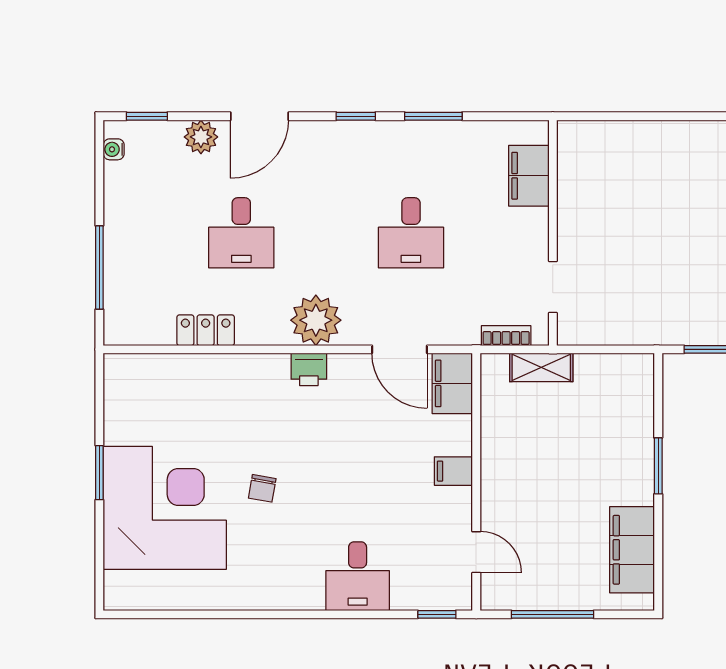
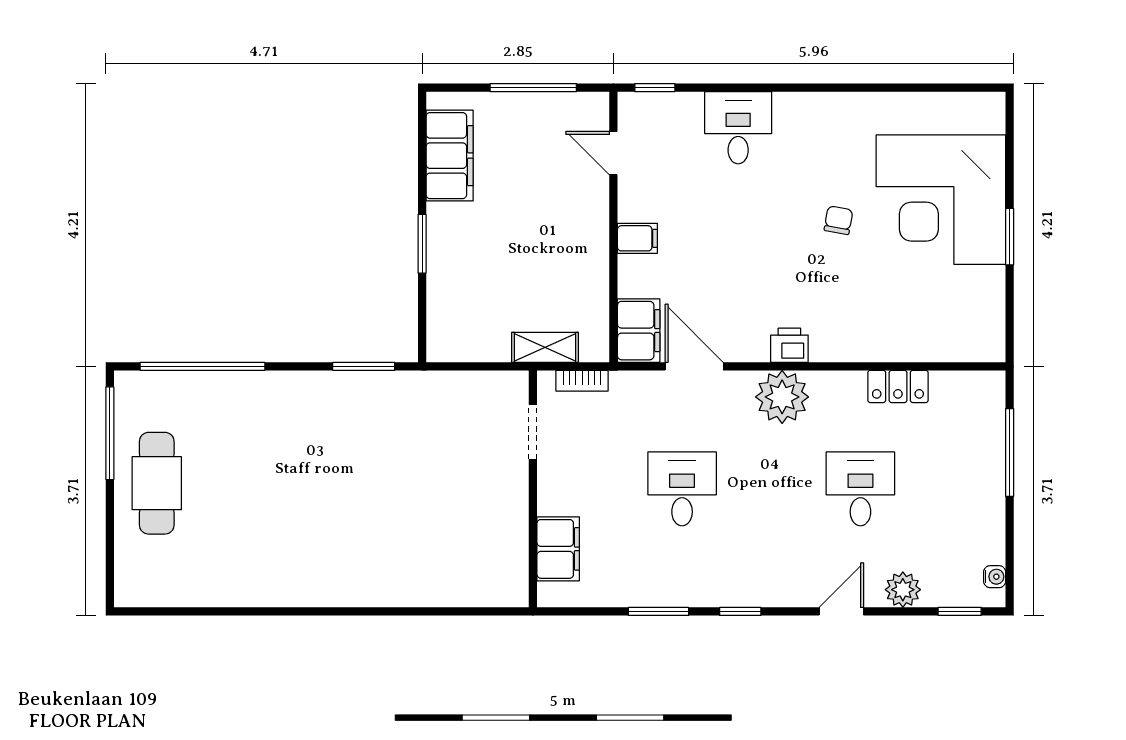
door: (259, 116) -> (841, 611), width x0.73

